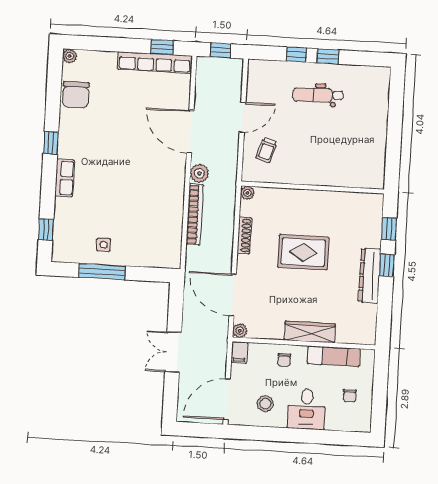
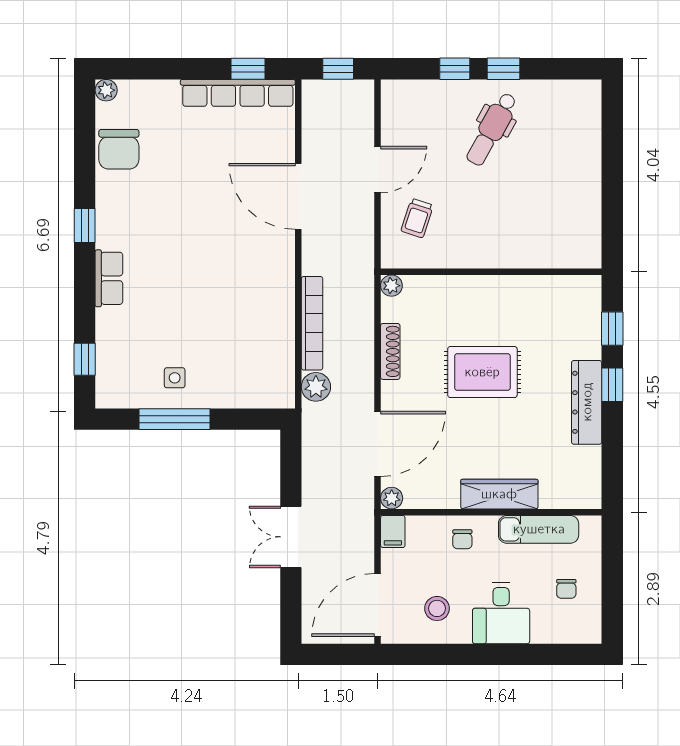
dental chair: (318, 95) -> (492, 129), turned -59
plant: (199, 173) -> (316, 387), moved
door: (233, 295) -> (378, 444), swing flipped

